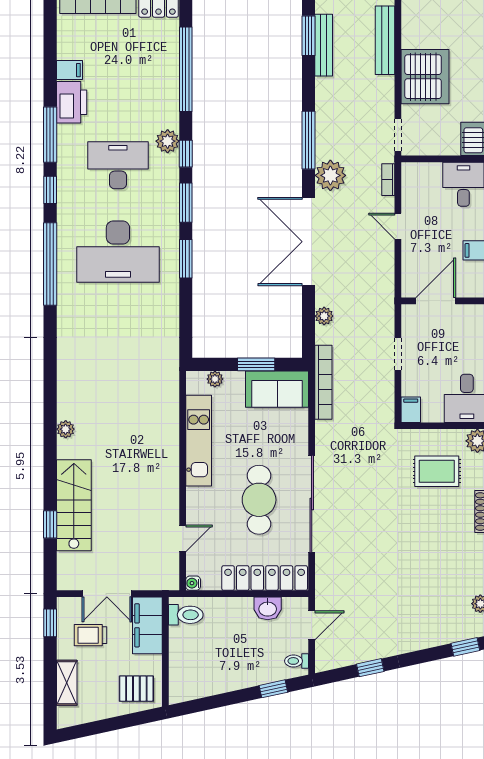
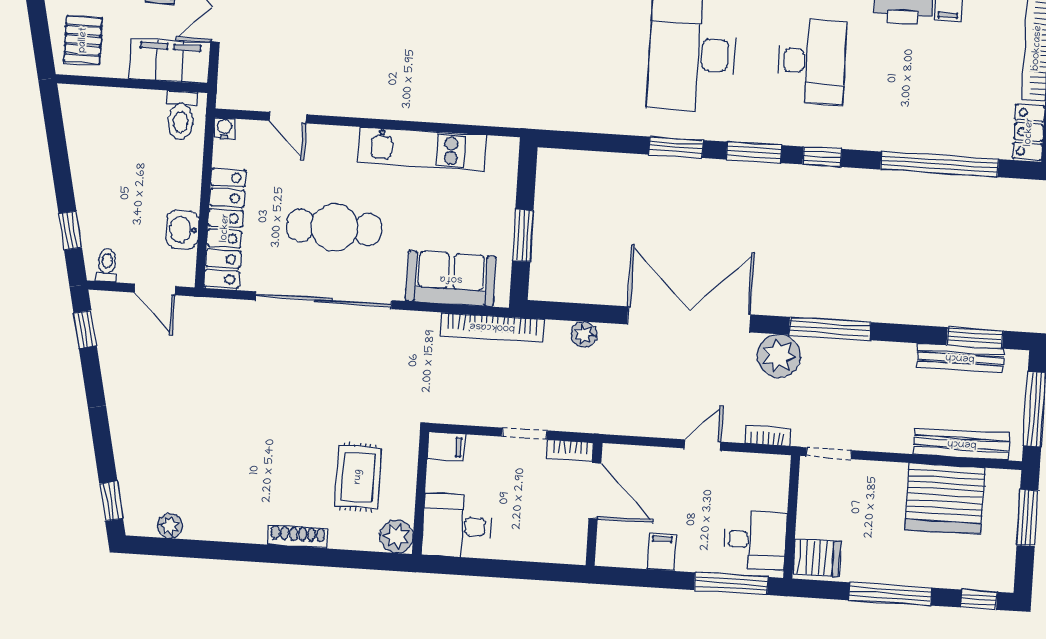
server rack: (425, 77) -> (945, 499), moved
plant: (168, 141) -> (841, 132), removed
bookcase: (408, 321) -> (570, 450), added
plant: (215, 379) -> (506, 177), removed
sofa: (277, 389) -> (451, 279), moved, turned 90
window: (370, 668) -> (85, 329), moved

